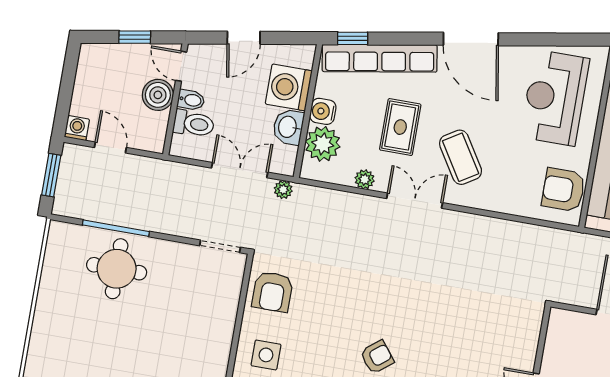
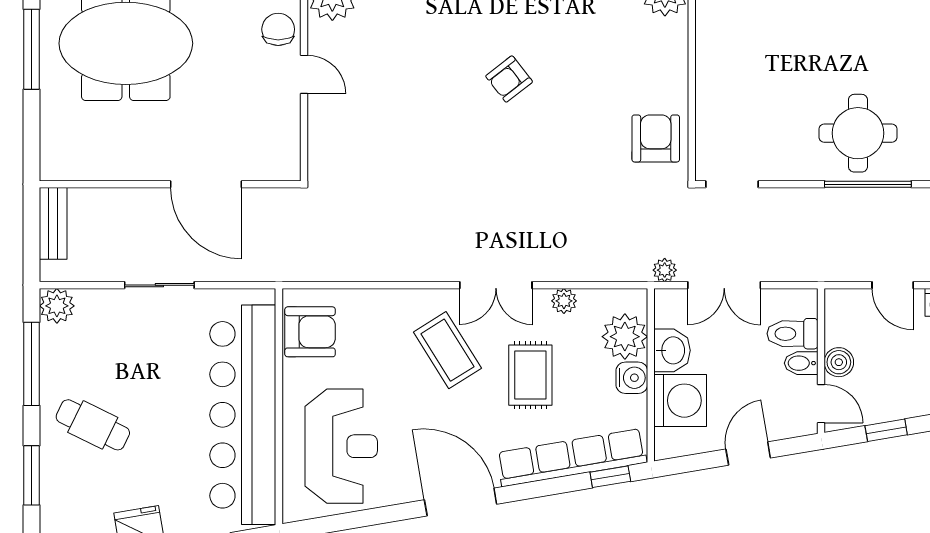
boiler: (158, 95) -> (839, 362), width x0.73, depth x0.73
side table: (266, 355) -> (650, 57), removed

